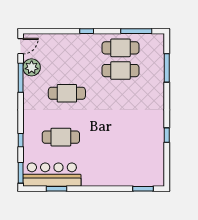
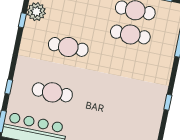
window: (21, 78) -> (22, 20), width x0.46
window: (167, 135) -> (168, 102), moved

